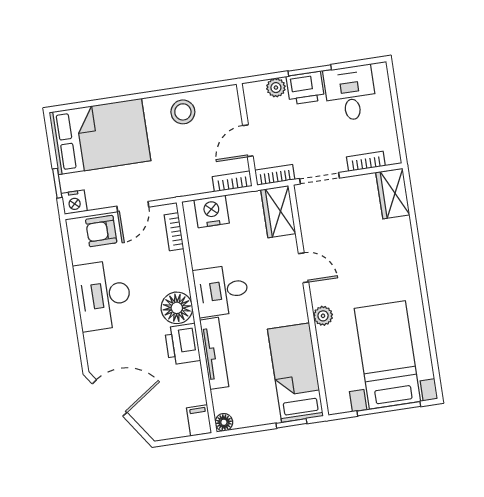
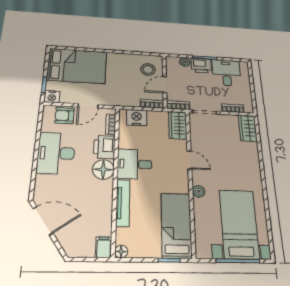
stool: (183, 112) -> (148, 69), moved
printer: (183, 344) -> (104, 147), moved

